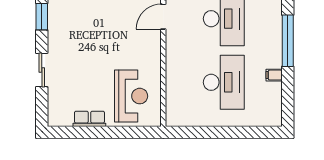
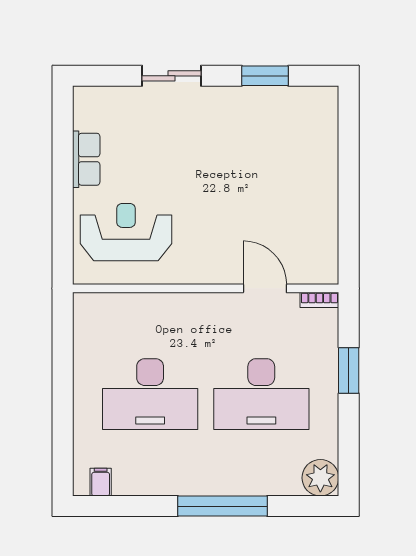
filing cabinet: (274, 75) -> (101, 482), moved
reception desk: (131, 96) -> (126, 232), turned 180

